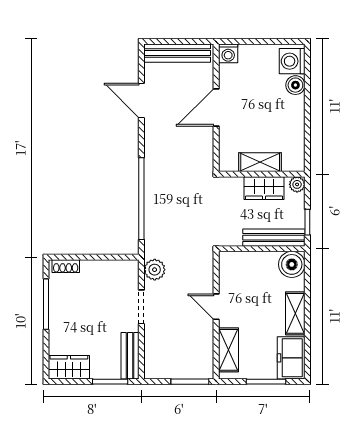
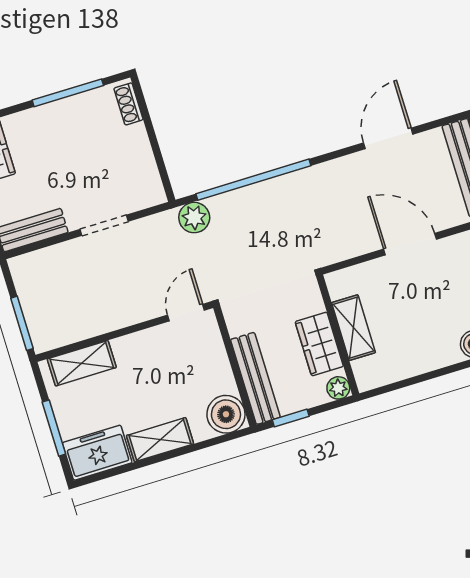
plant: (155, 270) -> (194, 218), moved
door: (216, 307) -> (186, 313), moved

